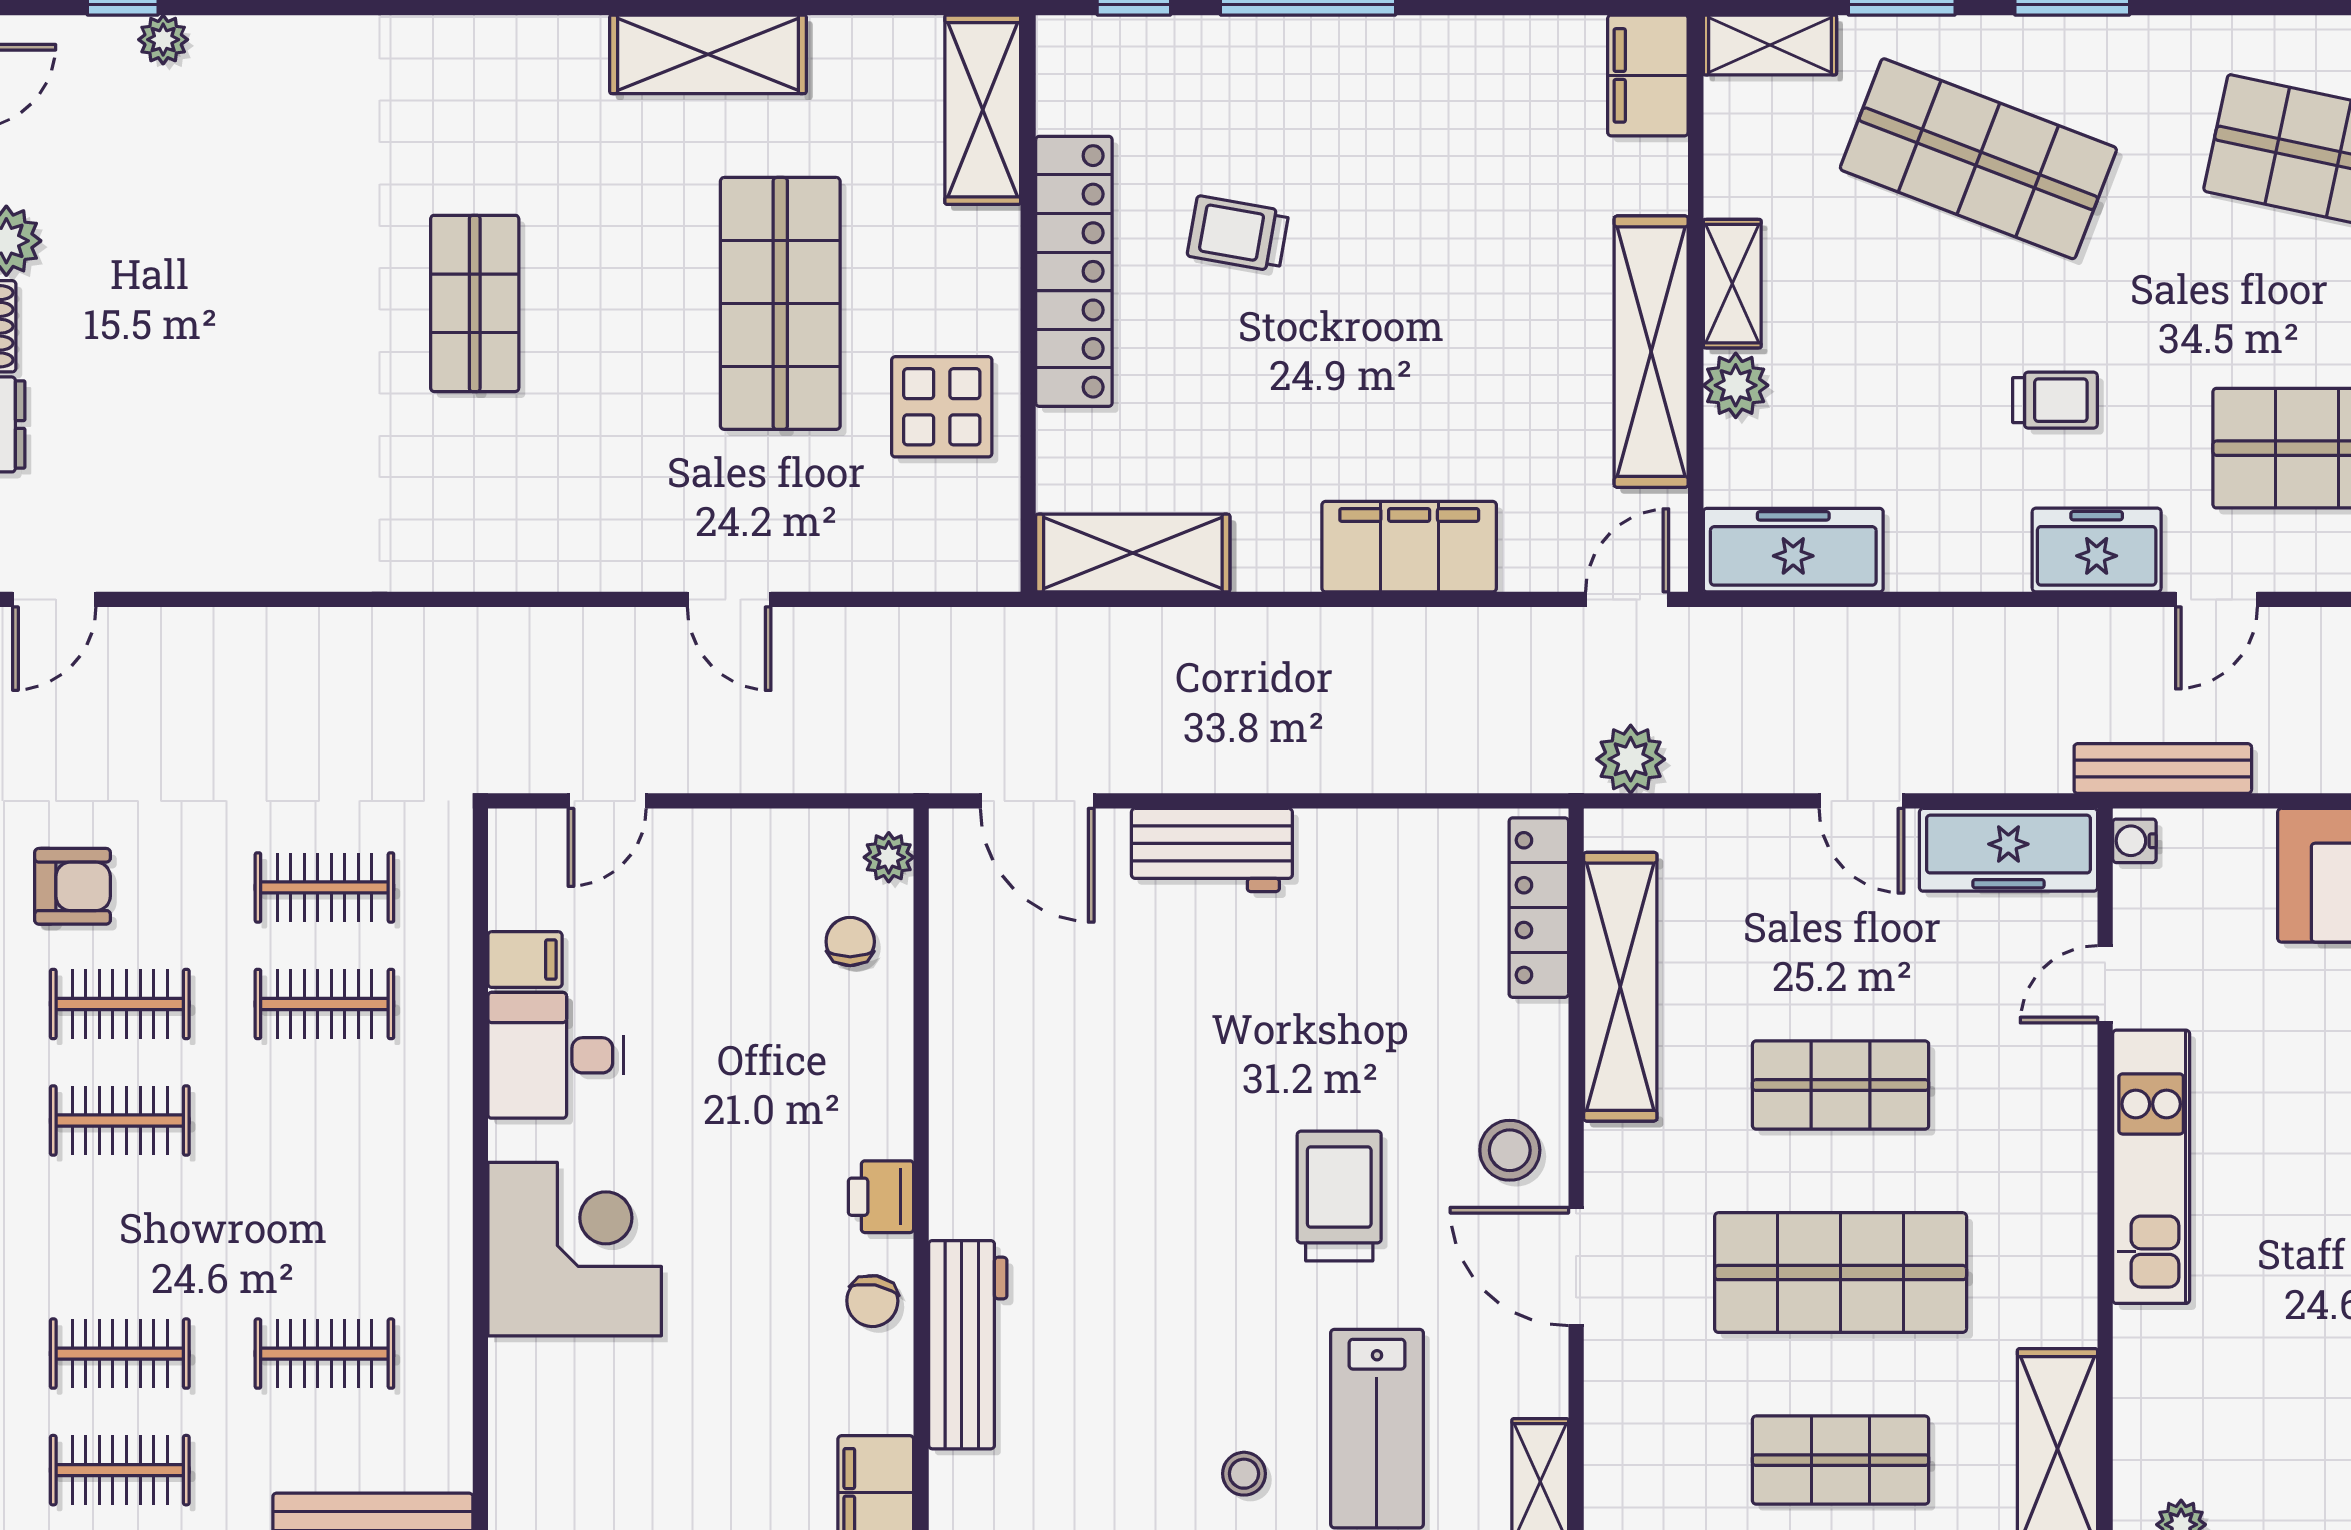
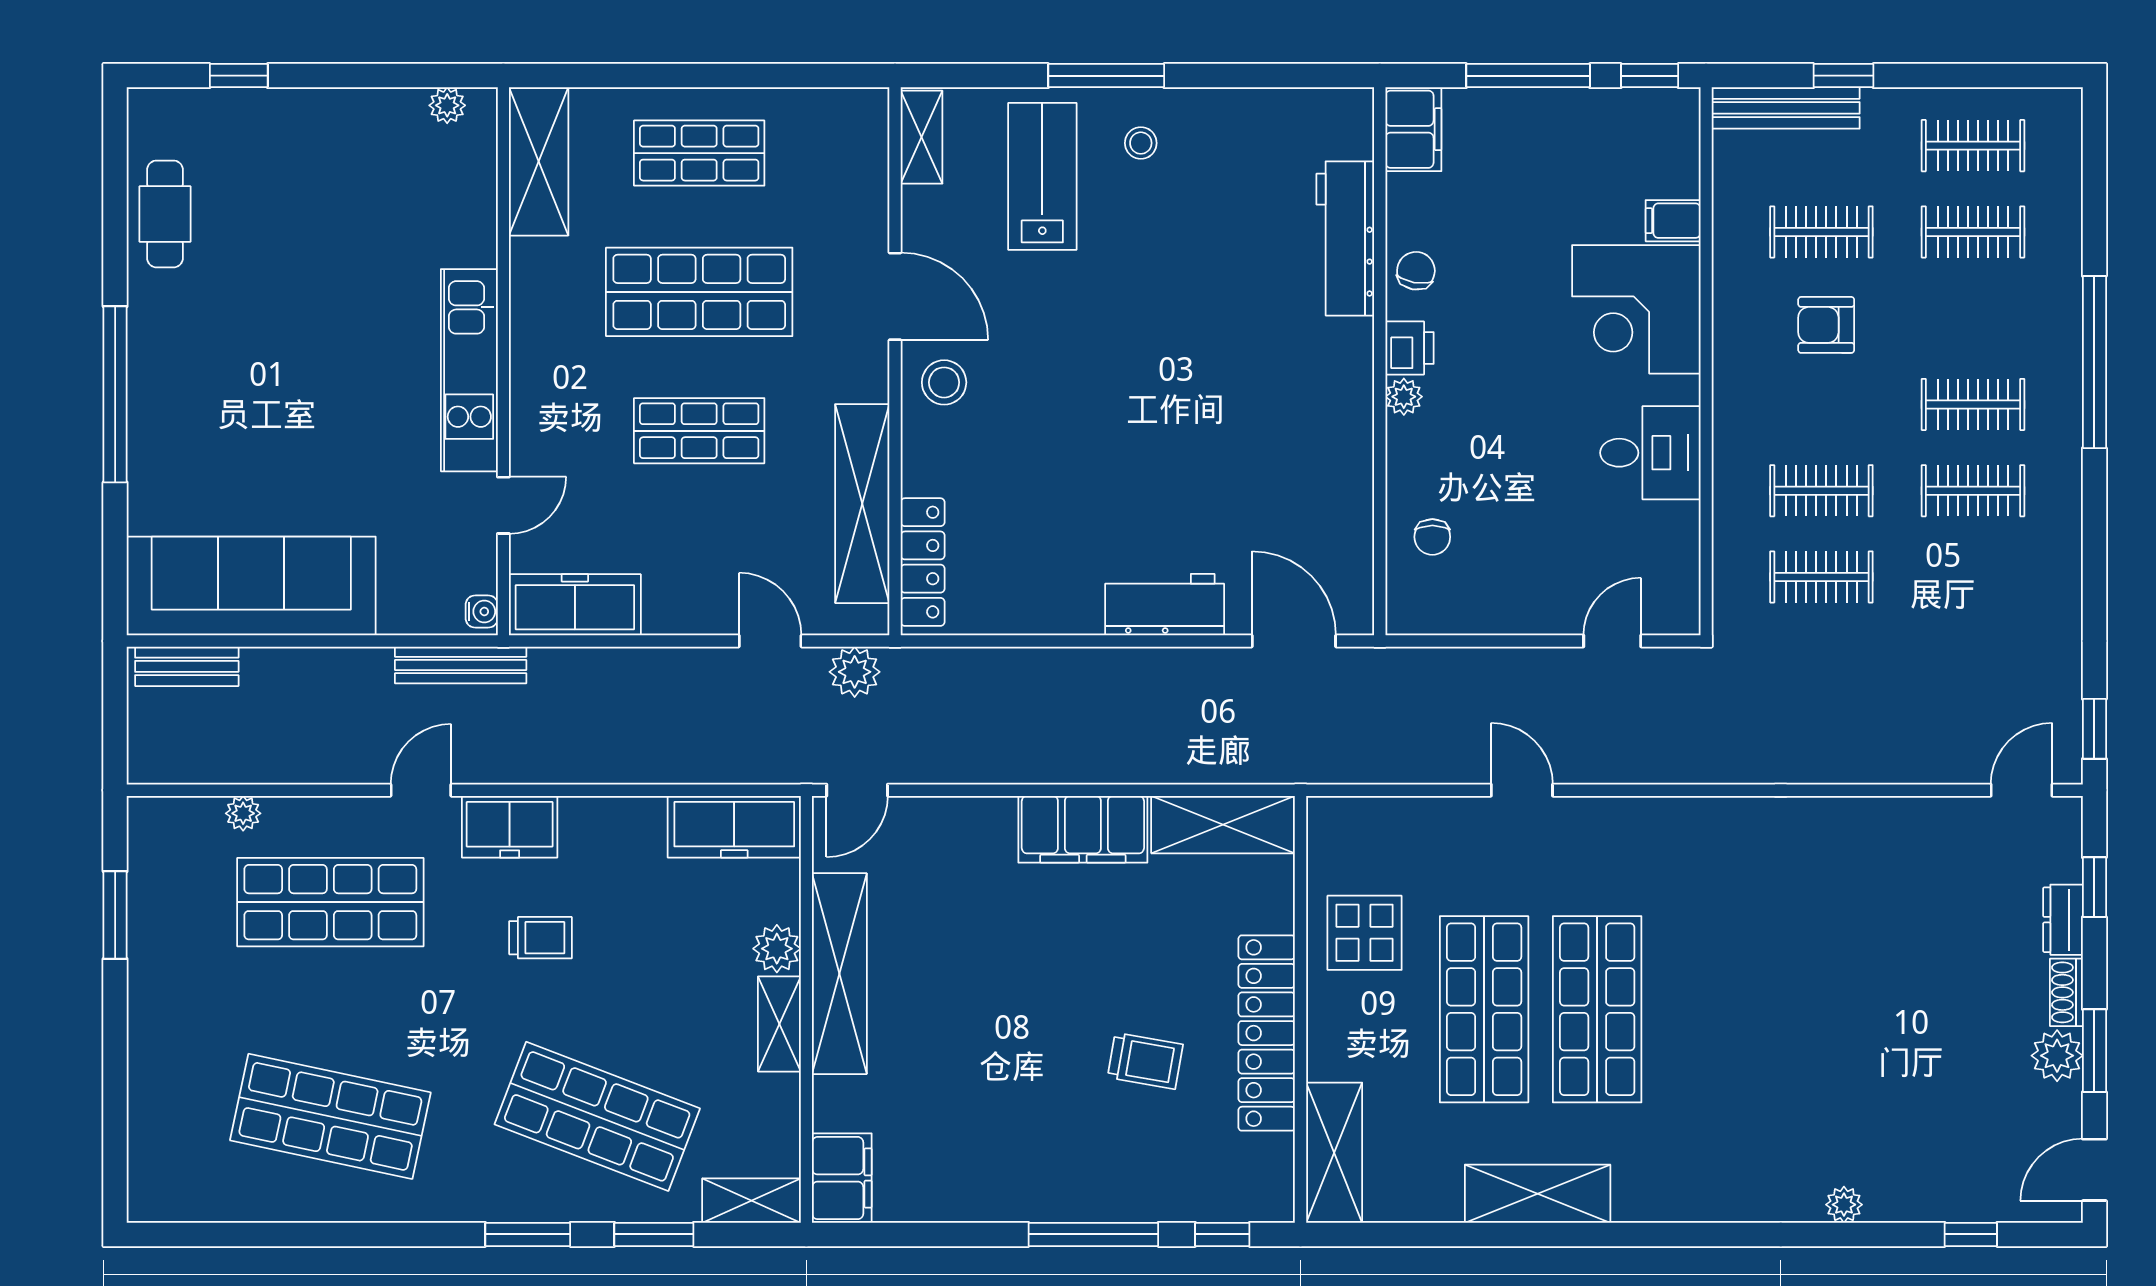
plant: (163, 40) -> (1844, 1205), moved
shop shelf: (475, 303) -> (1597, 1009), moved, width x1.43, depth x1.36
trolley: (2055, 400) -> (540, 938), turned 180
filing cabinet: (1409, 547) -> (1083, 829), moved
door: (1861, 801) -> (770, 641), moved
plant: (889, 857) -> (1404, 397), moved
armchair: (72, 886) -> (1826, 325), moved
filing cabinet: (525, 960) -> (1673, 221), moved
trolley: (1339, 1196) -> (1070, 348), removed

